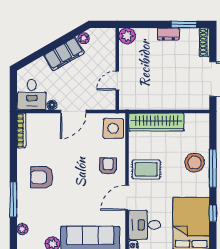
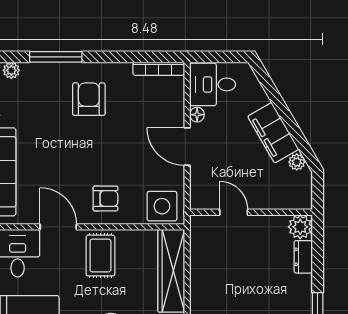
dresser: (168, 34) -> (303, 257), moved

